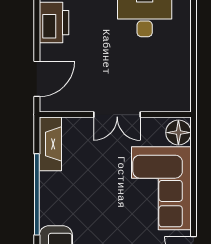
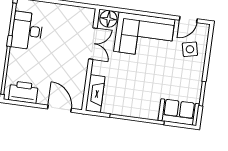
double door: (117, 115) -> (93, 43), moved
fireplace: (50, 144) -> (95, 94), moved, turned 90

